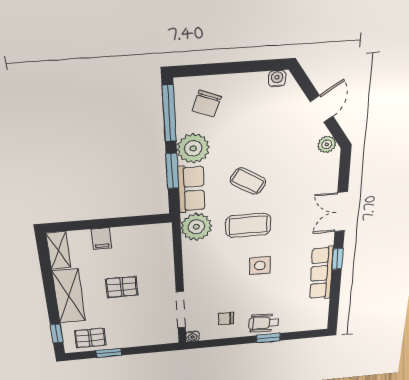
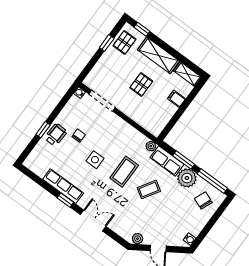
plant: (196, 227) -> (151, 146), width x0.53, depth x0.53
chair: (226, 319) -> (79, 136), moved

